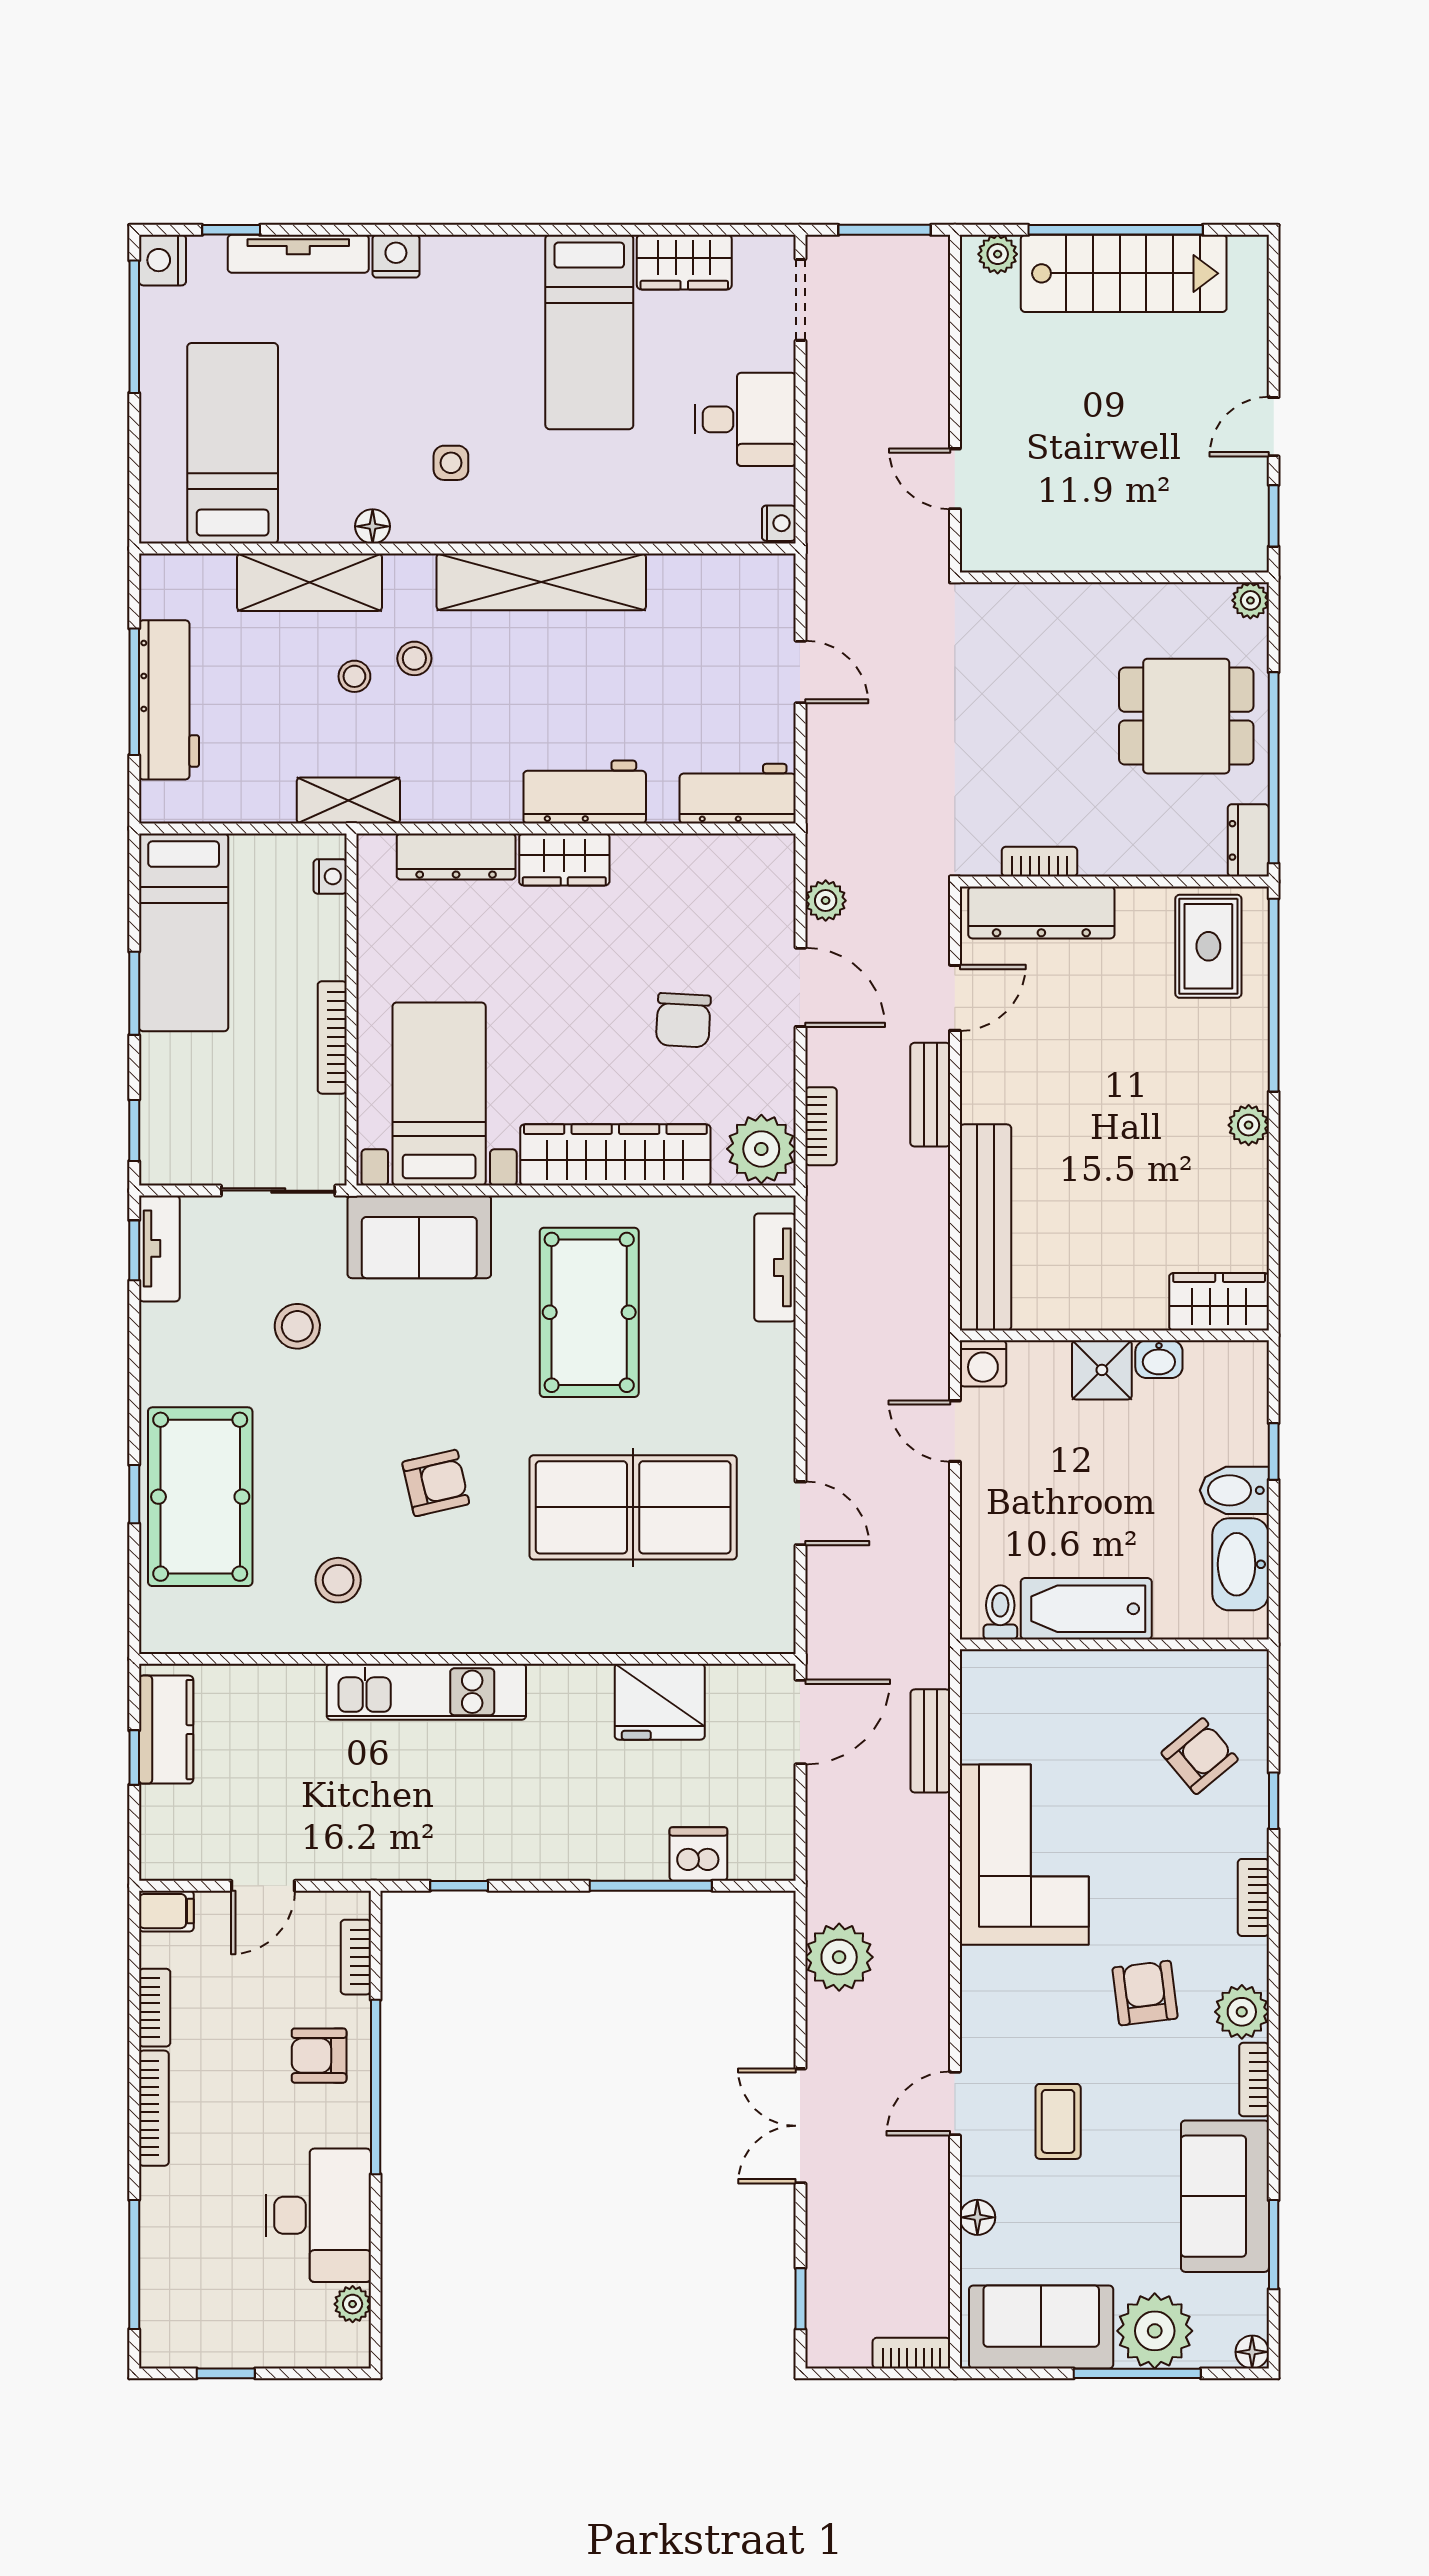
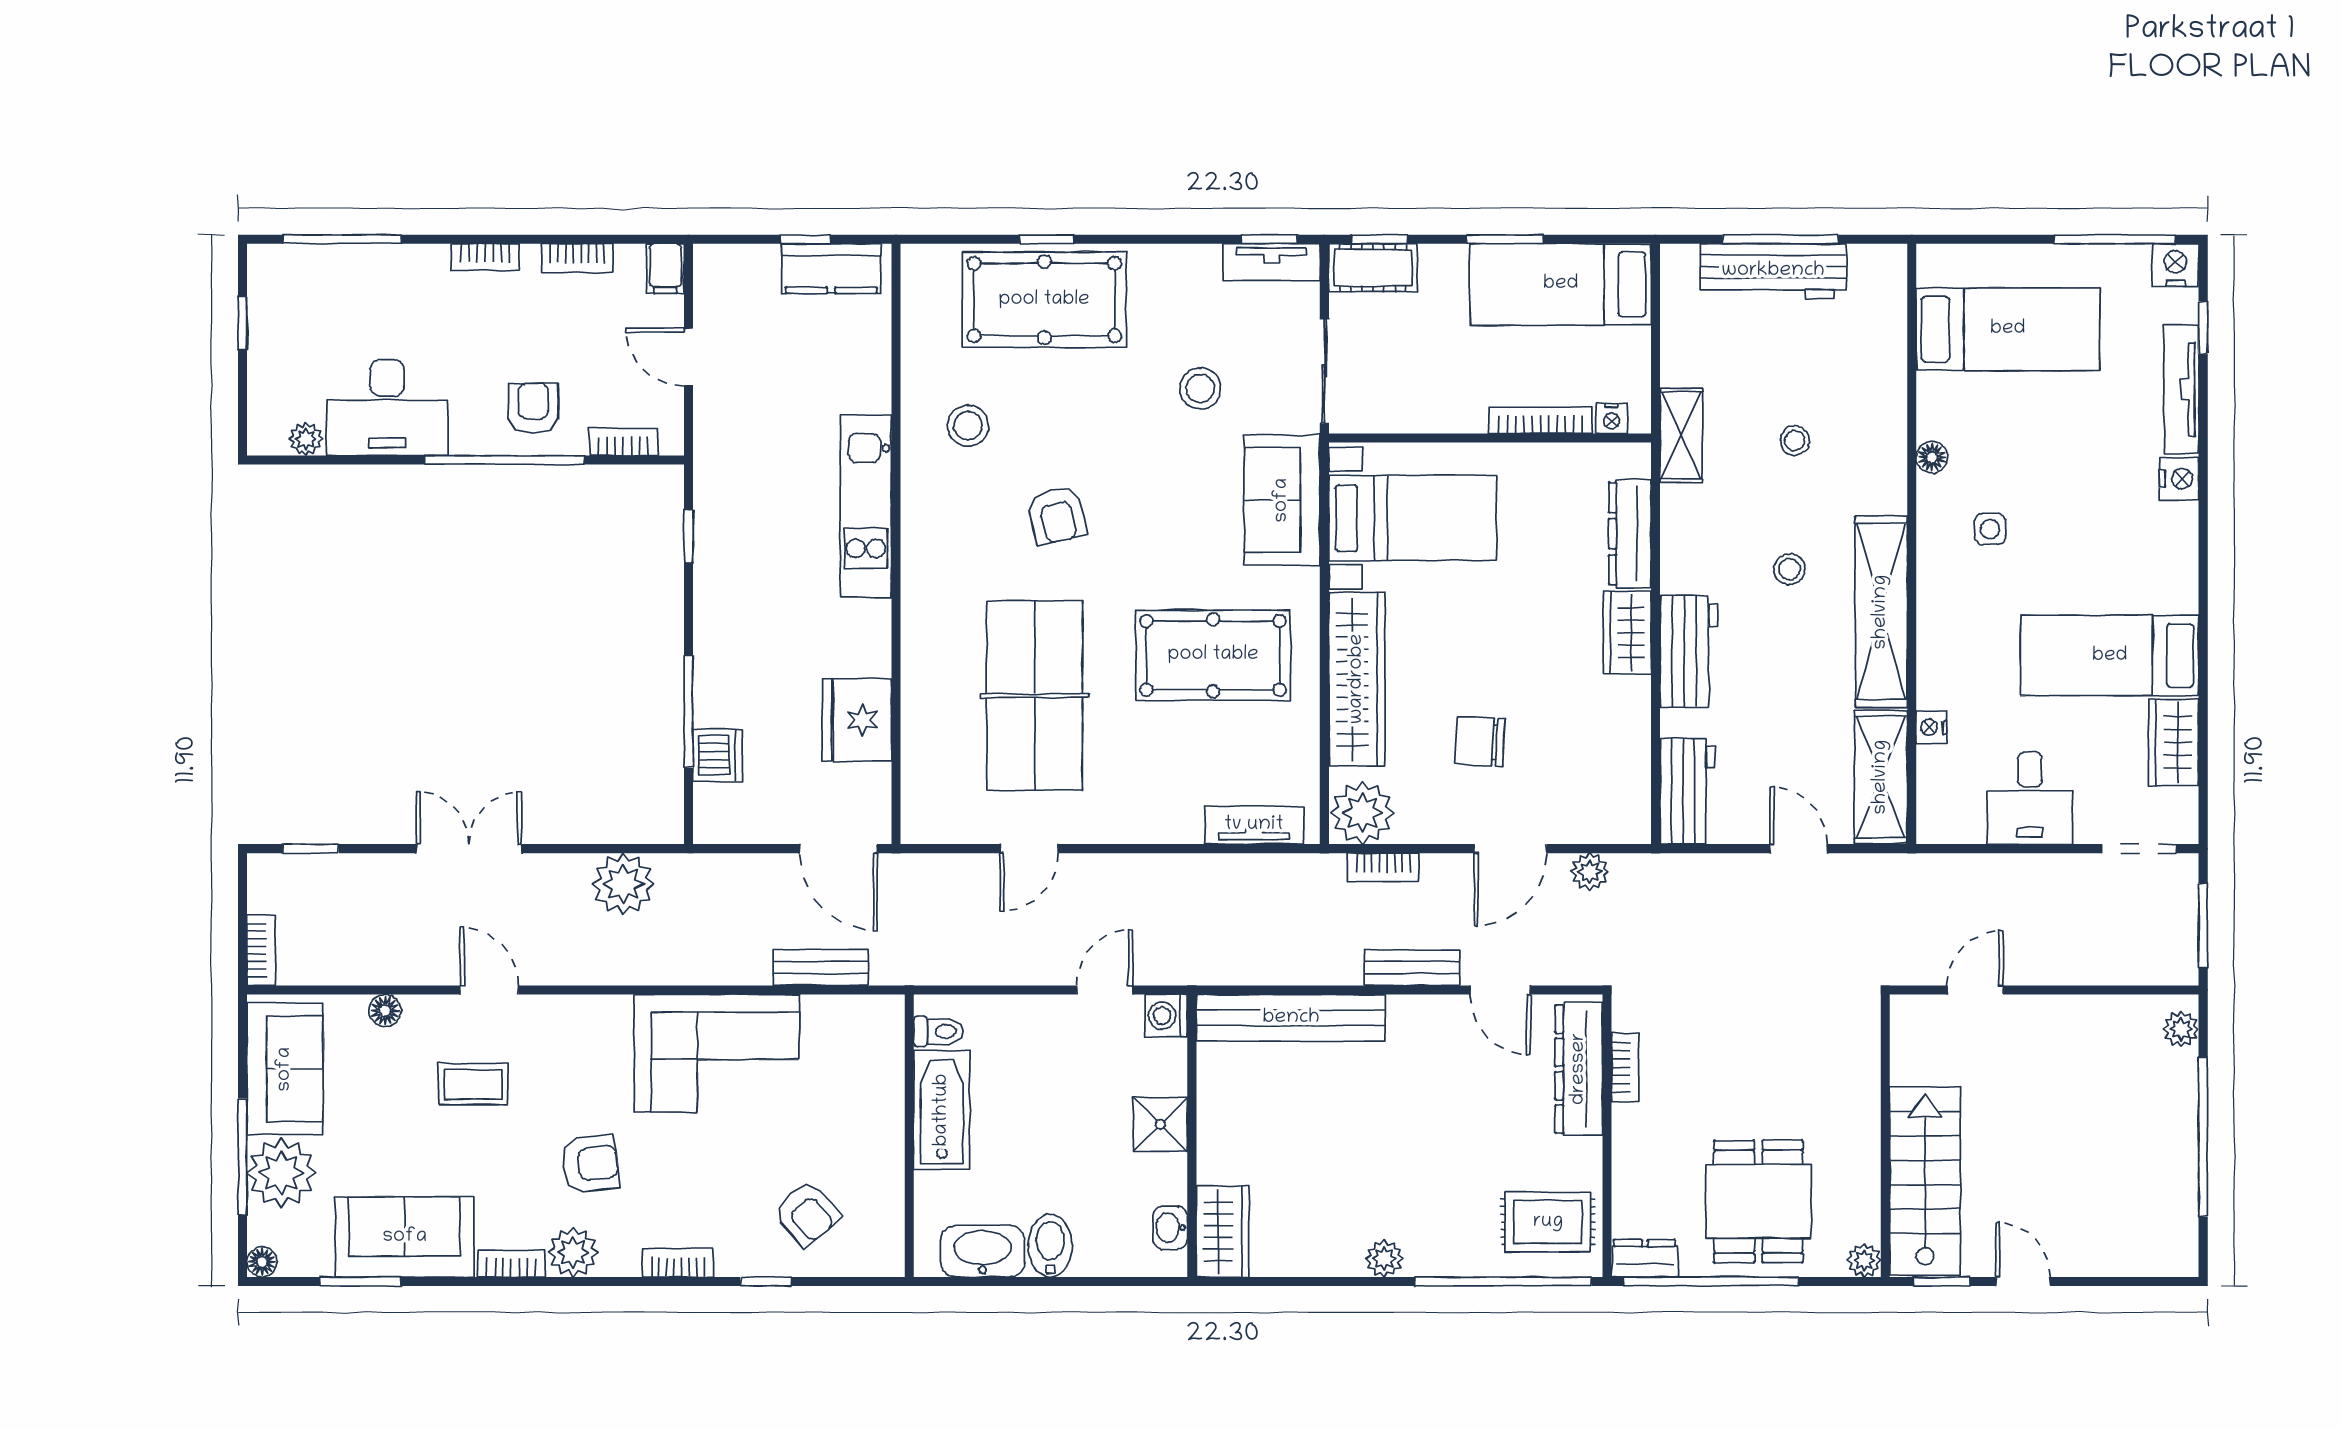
stairs: (1124, 273) -> (1925, 1181), moved, turned 180
nightstand: (779, 523) -> (1931, 727), moved, turned 90
shelving: (310, 582) -> (1881, 777), moved
stool: (414, 658) -> (1789, 569), moved
door: (800, 672) -> (1799, 849), swing flipped
bookcase: (332, 1037) -> (1541, 420), moved
cot: (165, 1137) -> (1373, 268), added
washbasin: (1159, 1359) -> (1170, 1228), moved
window: (1274, 1451) -> (1086, 1281), removed
bookcase: (154, 2108) -> (485, 257), width x0.64

